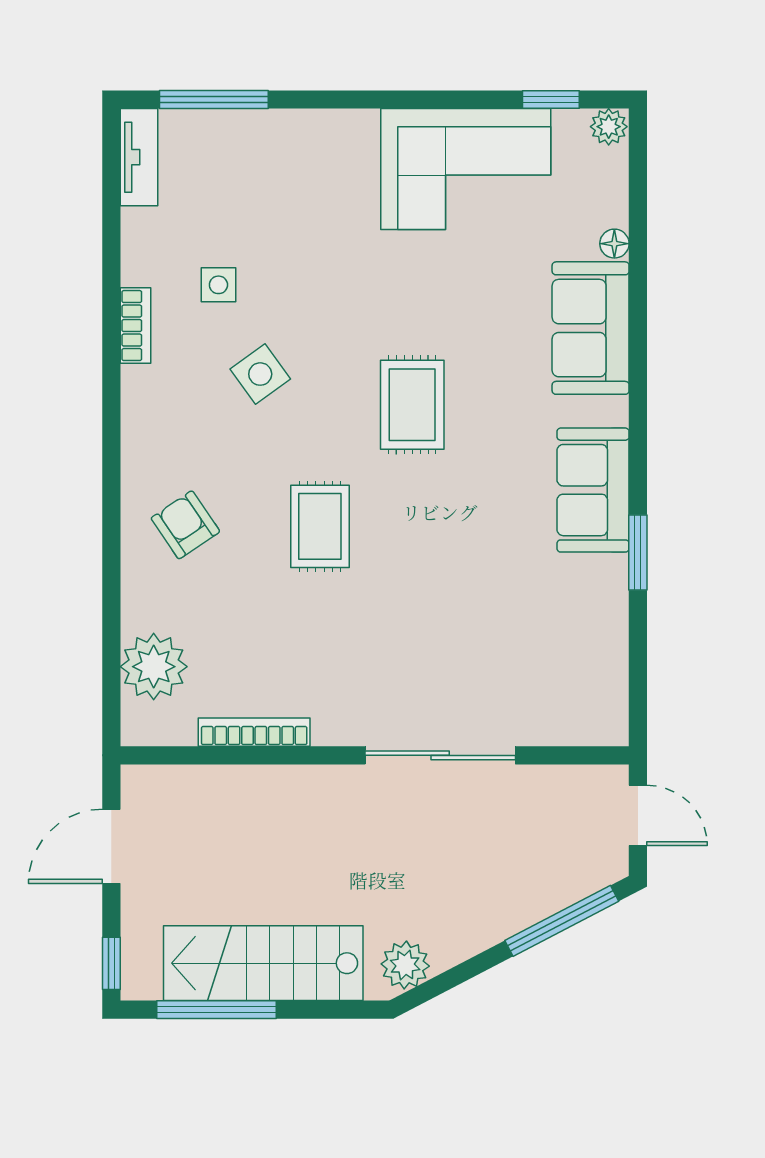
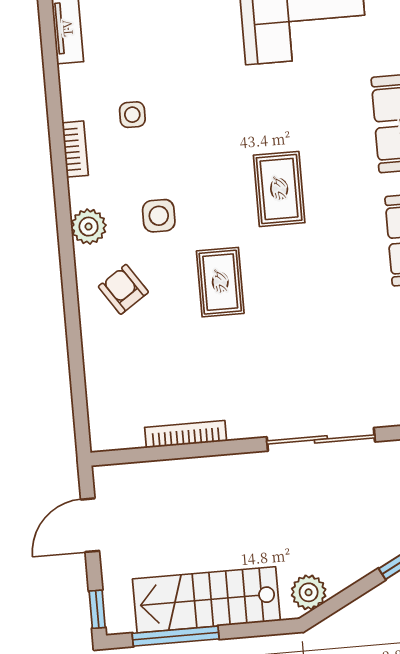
side table: (260, 374) -> (159, 216), moved, turned 36
plant: (154, 667) -> (89, 227), moved, width x0.73, depth x0.73

